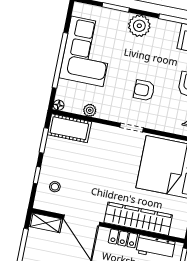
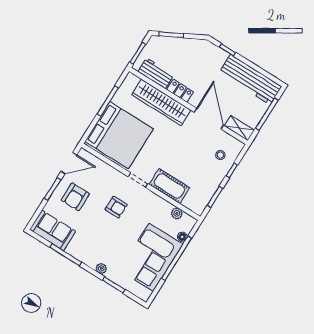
plant: (139, 26) -> (101, 268), width x0.53, depth x0.53
floor lamp: (59, 105) -> (182, 237), moved
plant: (90, 110) -> (177, 213), moved
cot: (69, 128) -> (169, 186), moved

